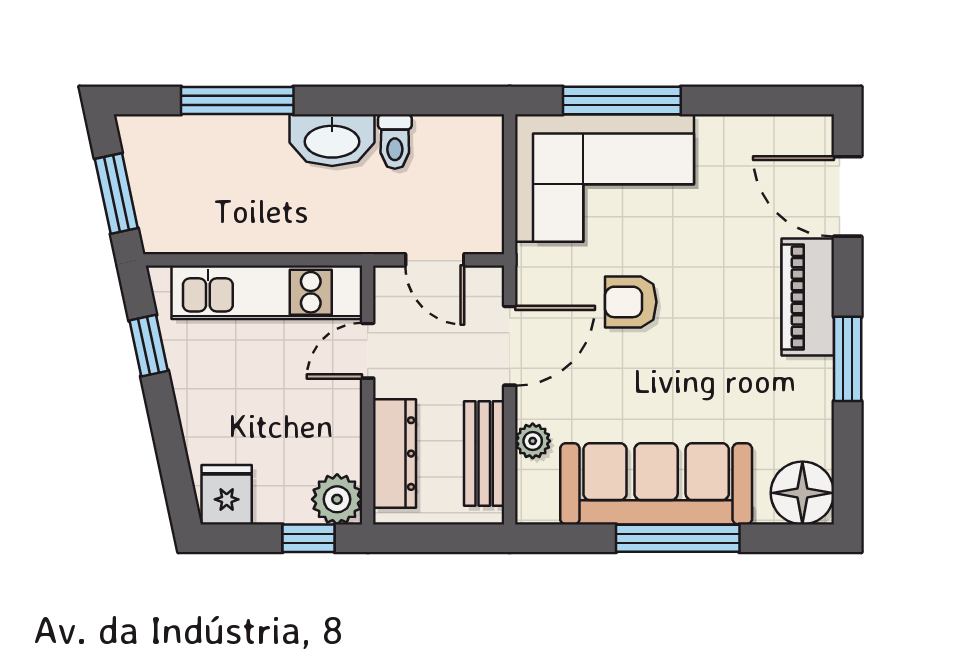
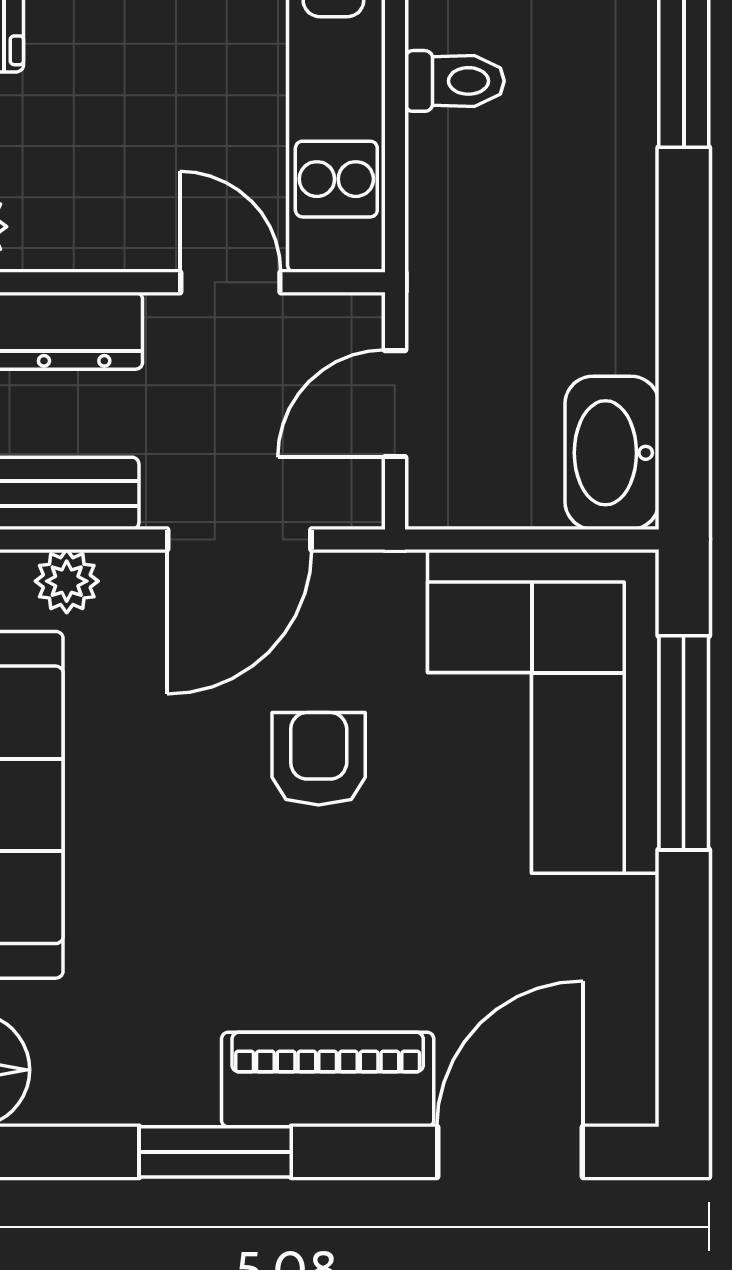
washbasin: (332, 140) -> (612, 453), moved
toilet: (395, 142) -> (455, 81), moved, turned 180
door: (510, 346) -> (239, 540), hinge flipped

